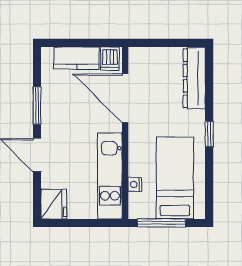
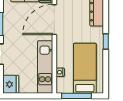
door: (125, 98) -> (54, 20), hinge flipped

